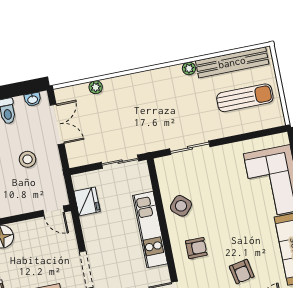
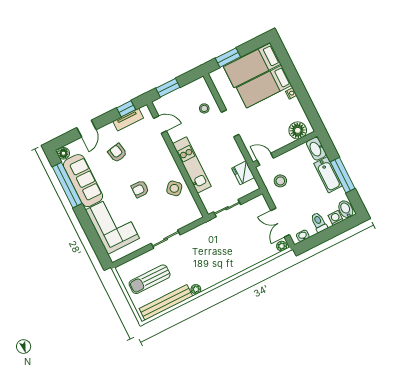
plant: (96, 87) -> (282, 246), moved
sliding door: (190, 148) -> (166, 239), moved
stool: (28, 159) -> (280, 181), moved
armchair: (196, 248) -> (140, 189), moved

